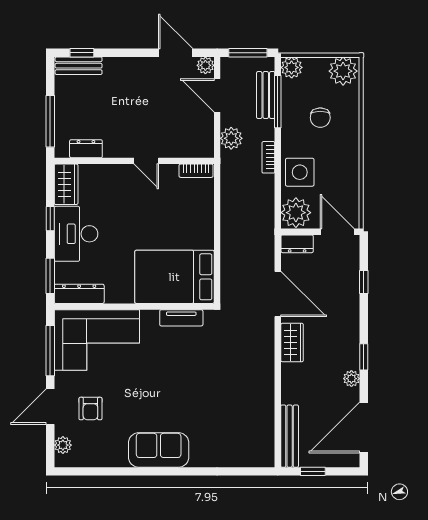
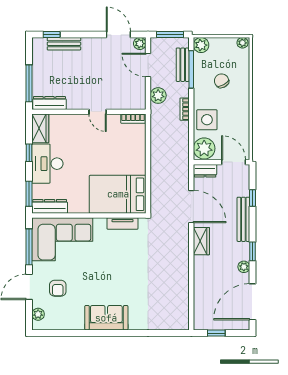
bench: (79, 66) -> (64, 44), moved
plant: (343, 71) -> (243, 43), width x0.53, depth x0.53
chair: (320, 118) -> (222, 81), turned 152
dresser: (86, 149) -> (49, 103), width x1.44
bench: (290, 436) -> (243, 219), moved

